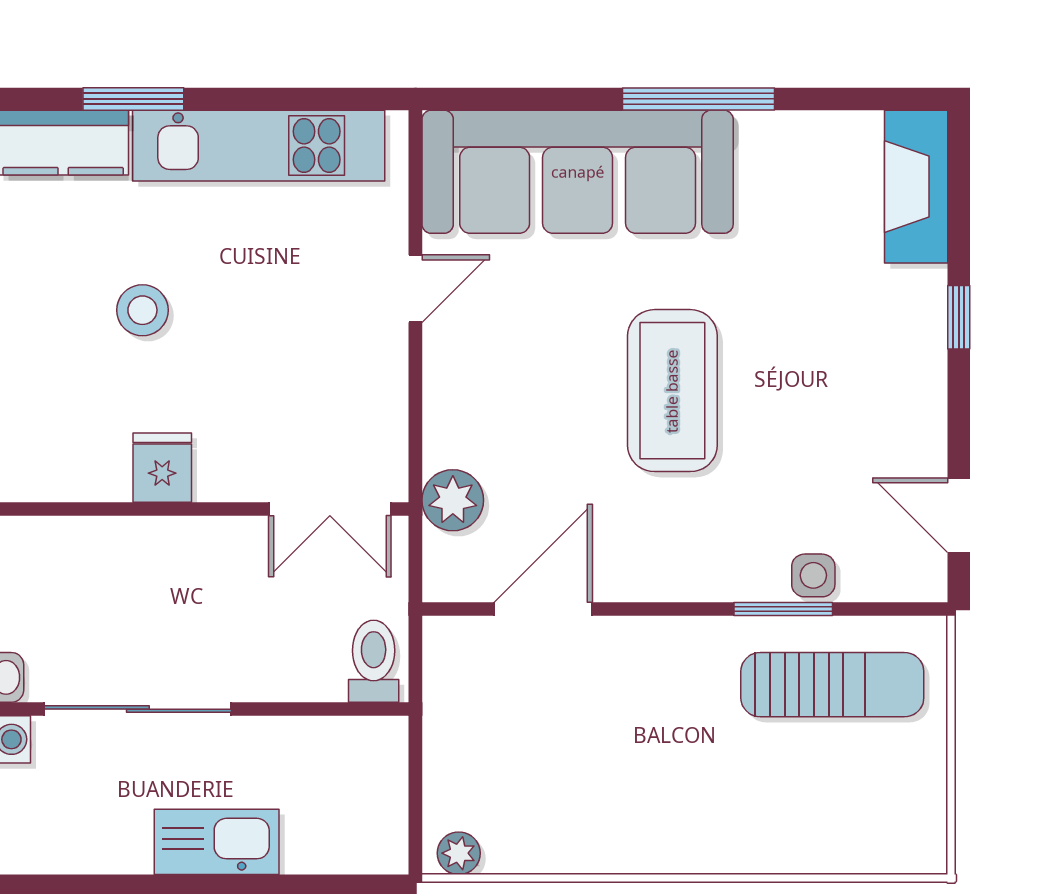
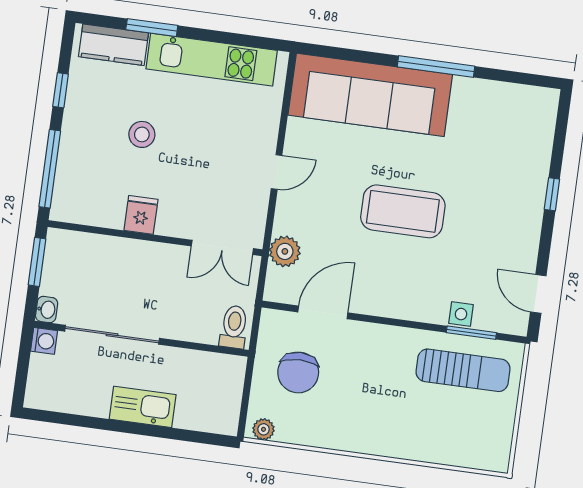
fireplace: (916, 187) -> (540, 126), removed
door: (415, 289) -> (277, 172), moved
coffee table: (672, 391) -> (403, 211), turned 90
window: (783, 609) -> (471, 333), moved
chair: (511, 733) -> (298, 372), added

